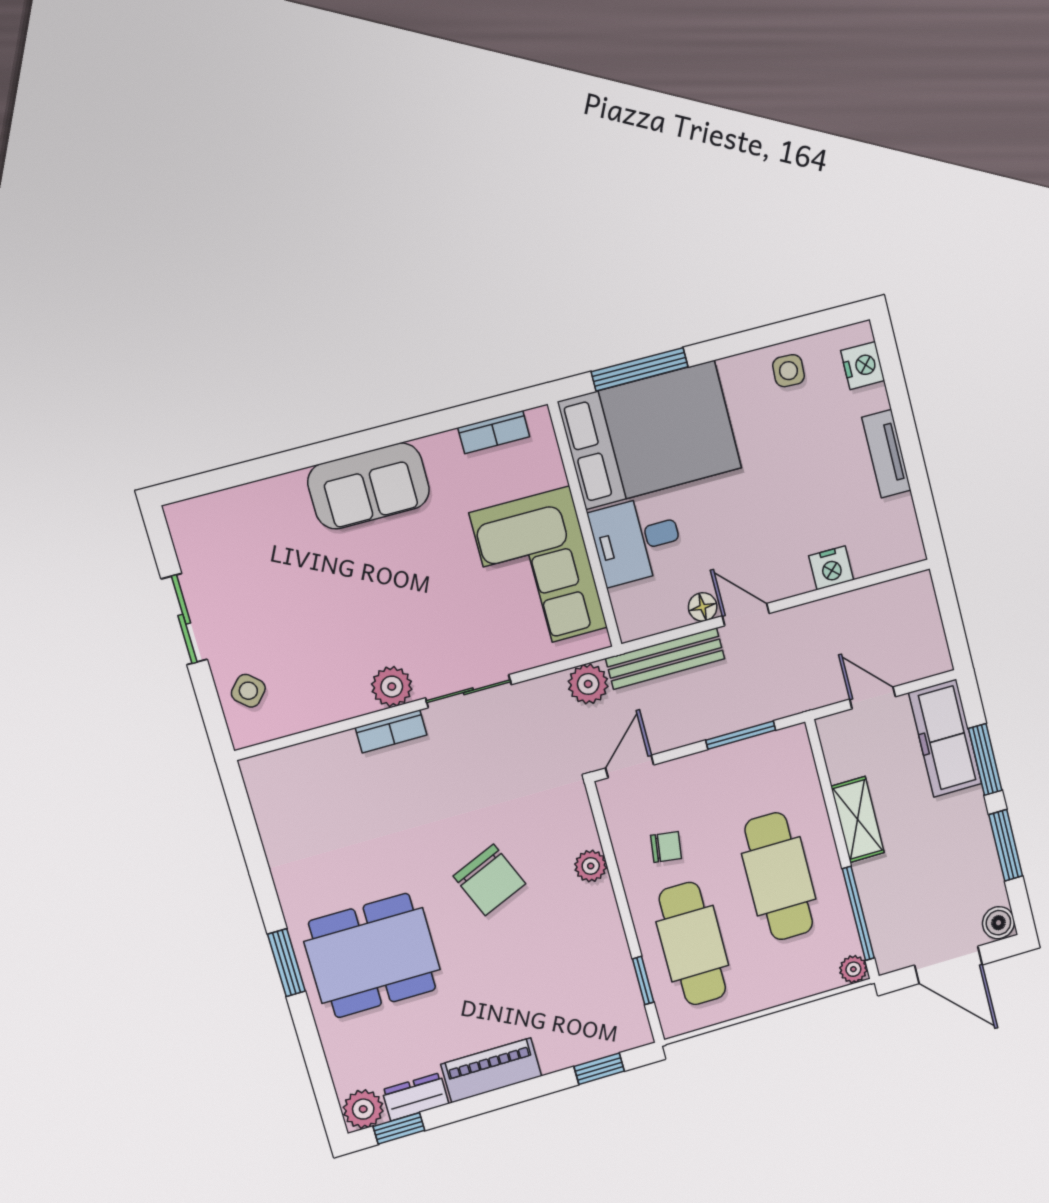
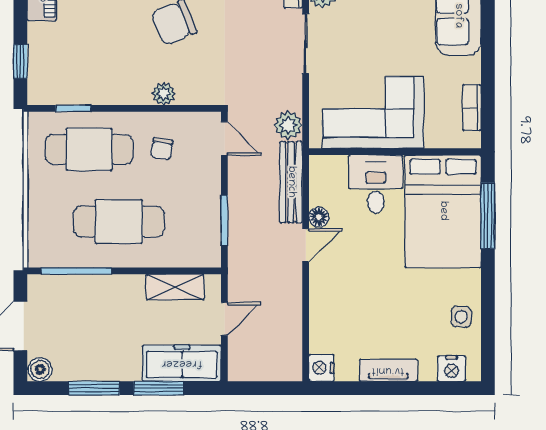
nightstand: (831, 568) -> (321, 368), moved
shelving: (858, 819) -> (175, 287), moved
plant: (853, 969) -> (38, 257), removed

